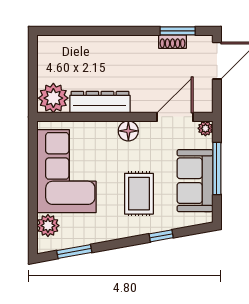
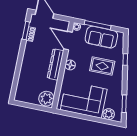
dresser: (100, 102) -> (55, 64), moved

